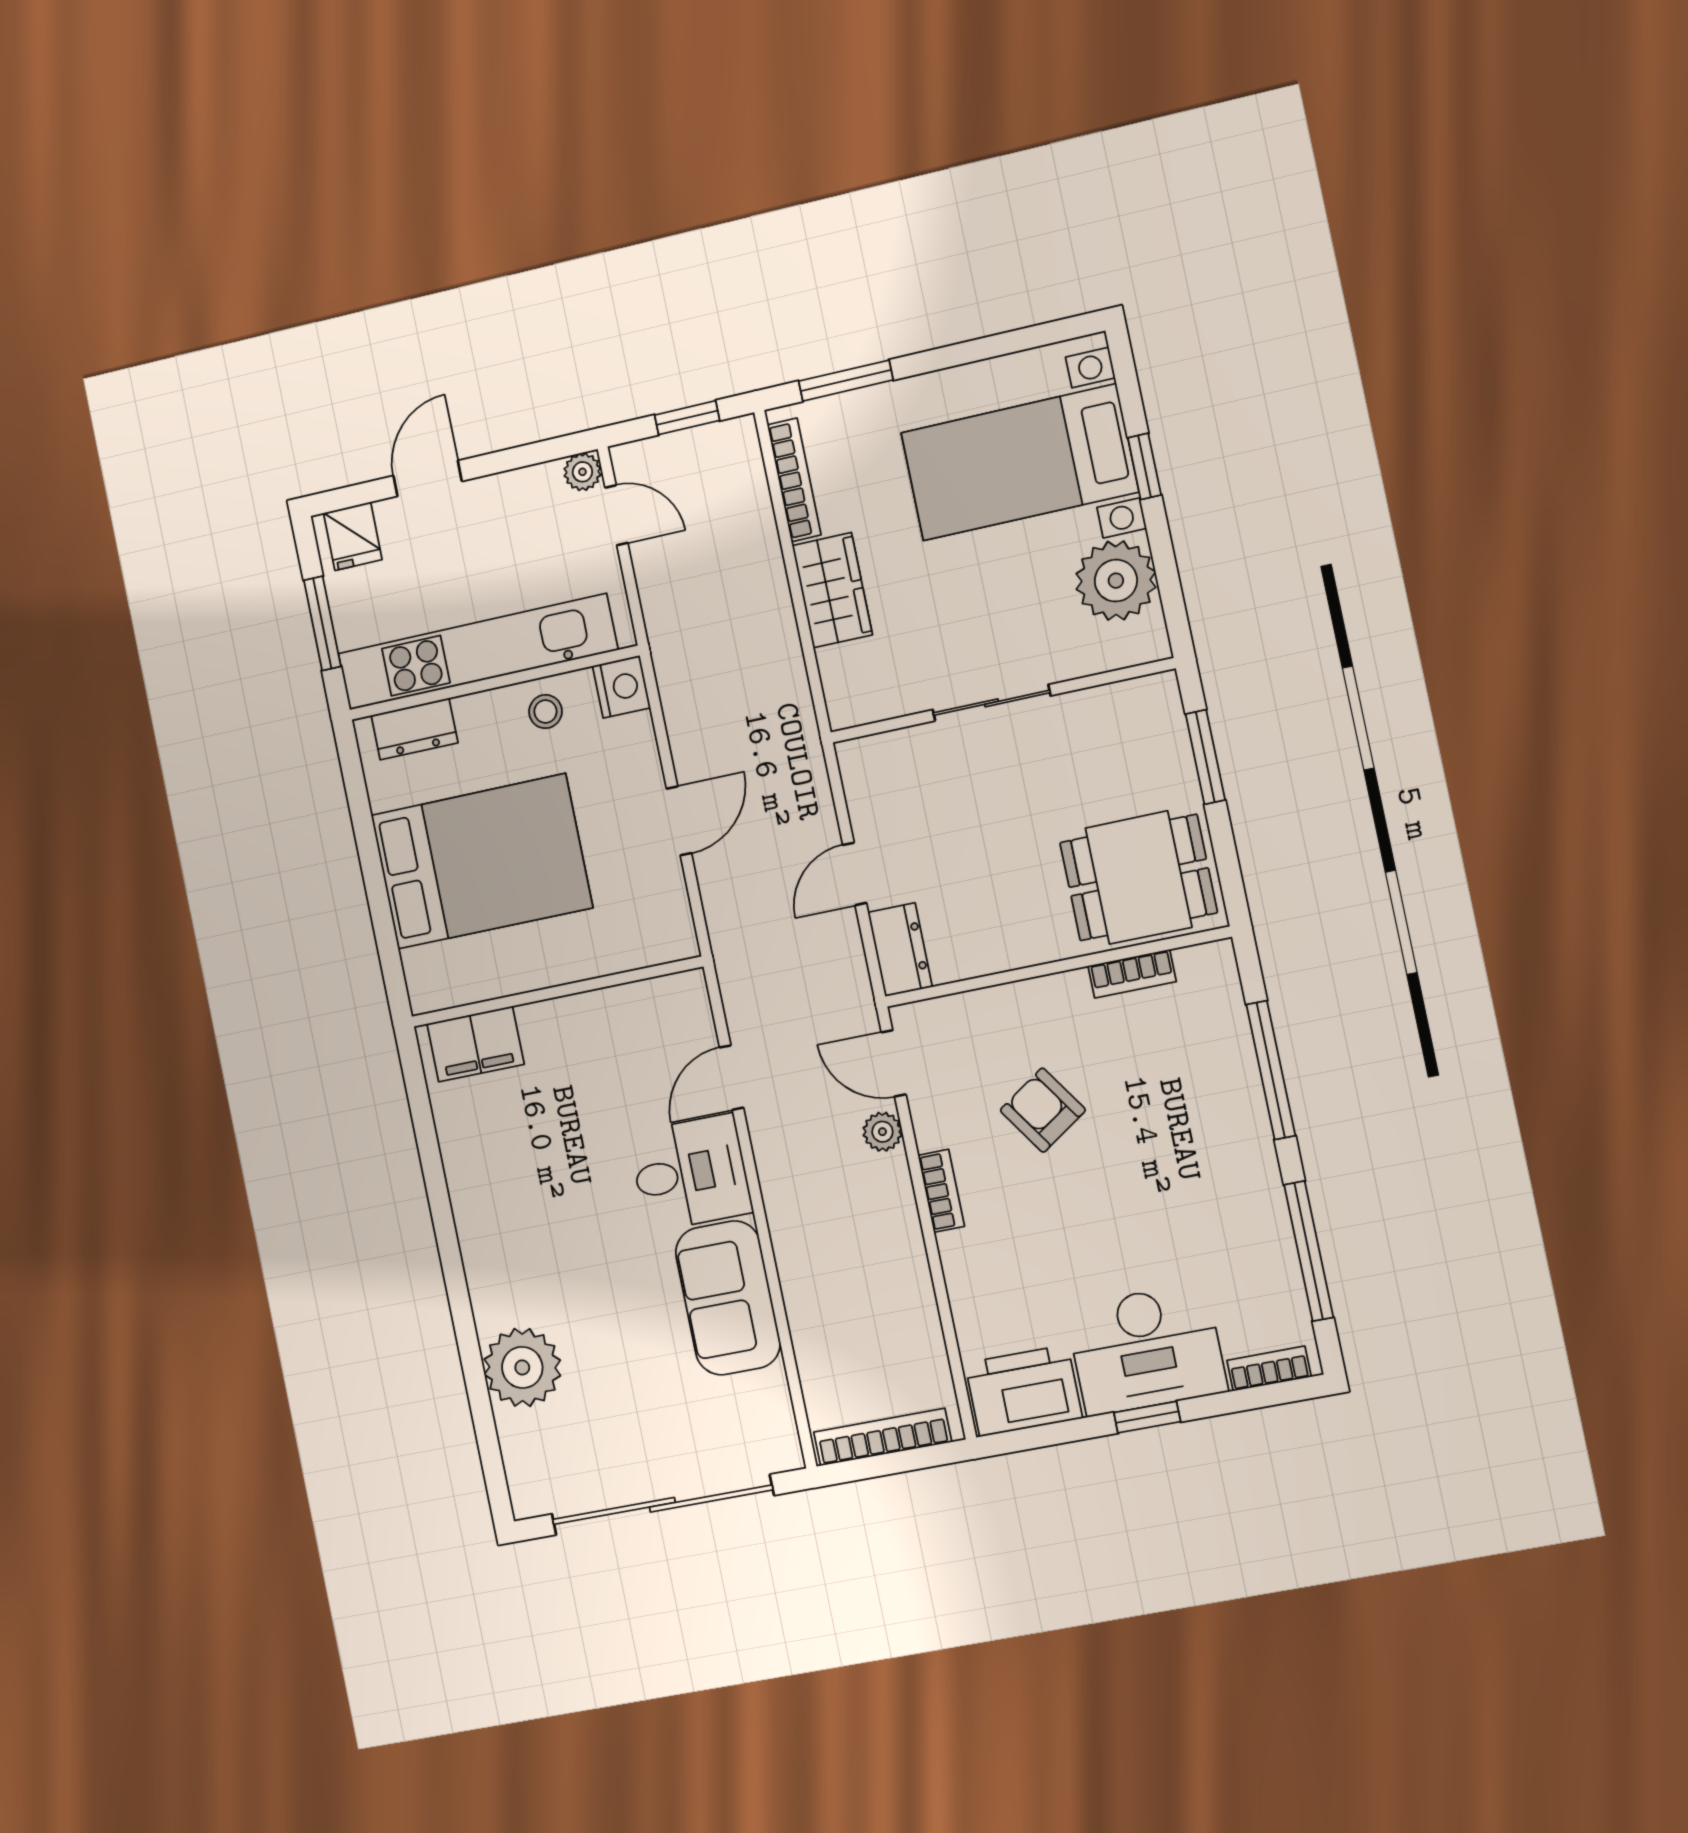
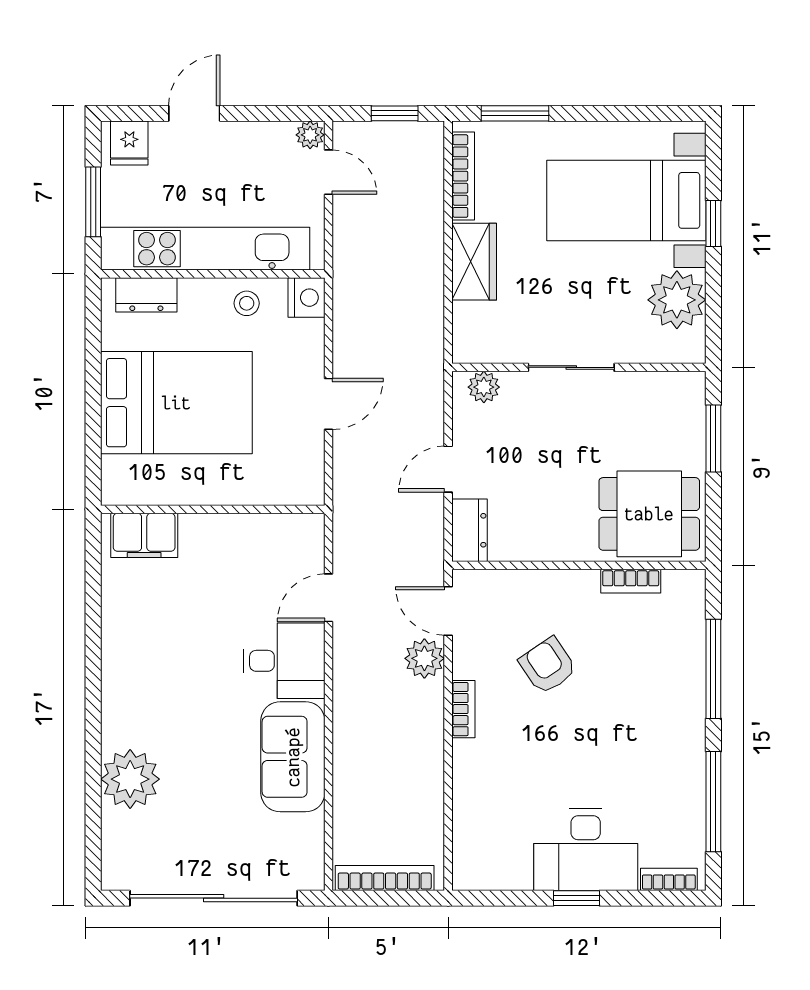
plant: (880, 754) -> (484, 387), added
plant: (882, 1132) -> (424, 658), width x1.38, depth x1.38
printer: (1023, 1391) -> (493, 863), removed

